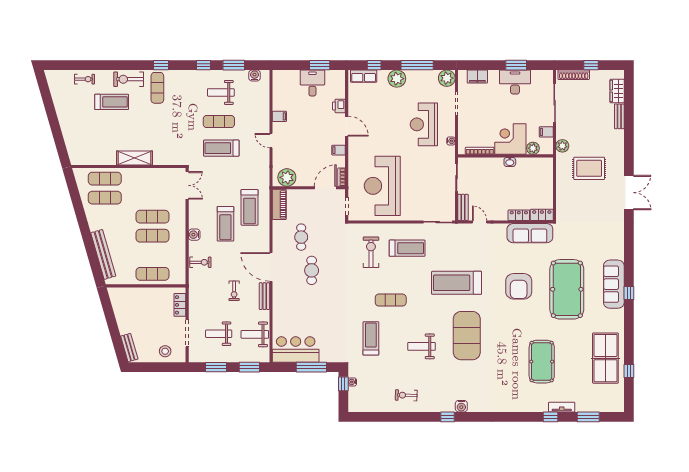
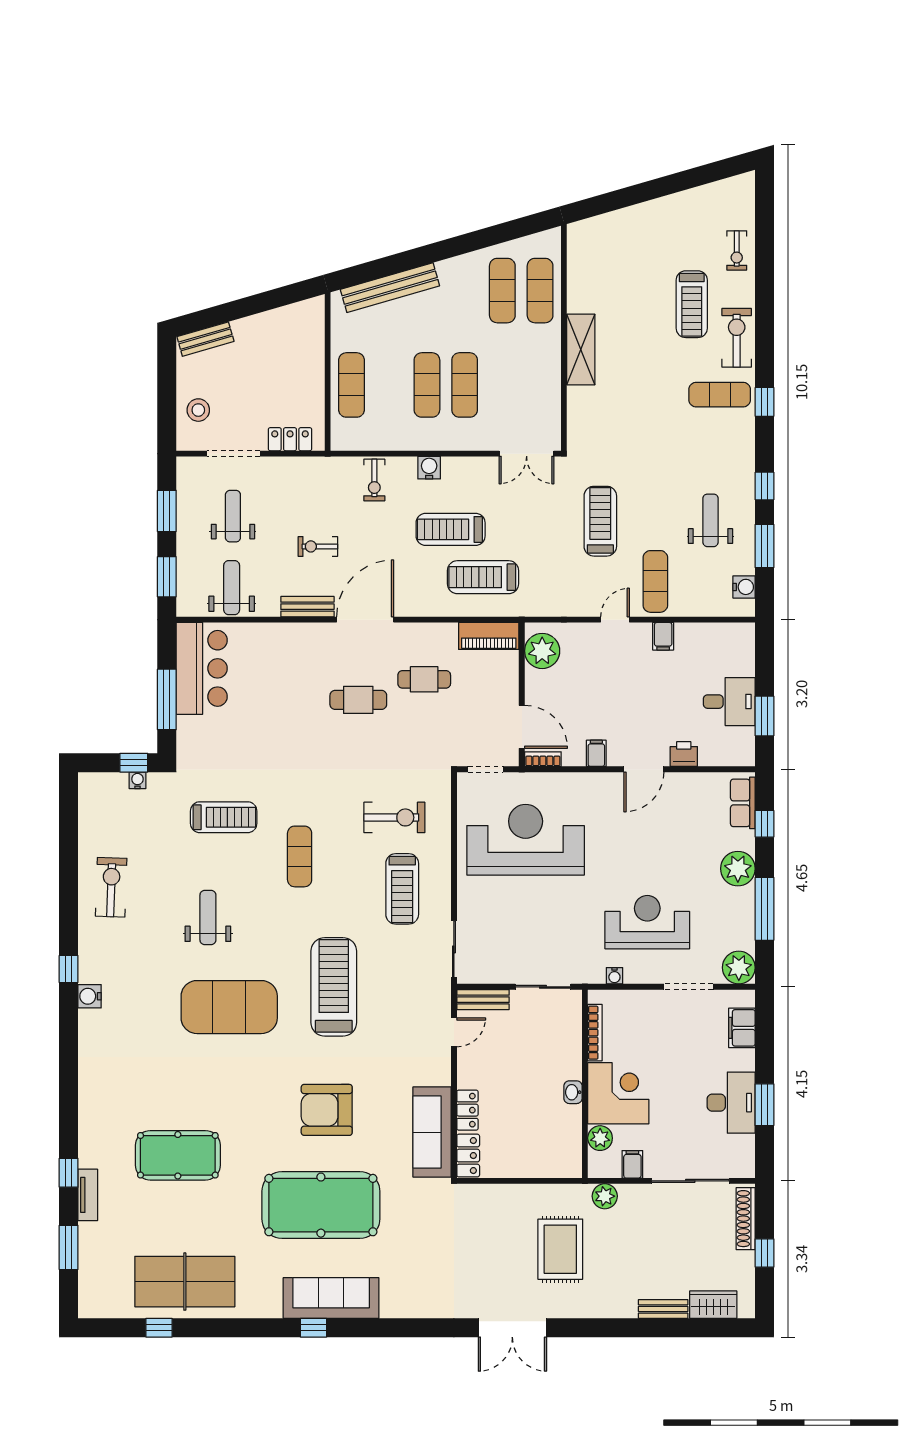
exercise mat: (219, 122) -> (655, 581), moved
exercise bike: (406, 395) -> (111, 887), width x1.38, depth x1.39

